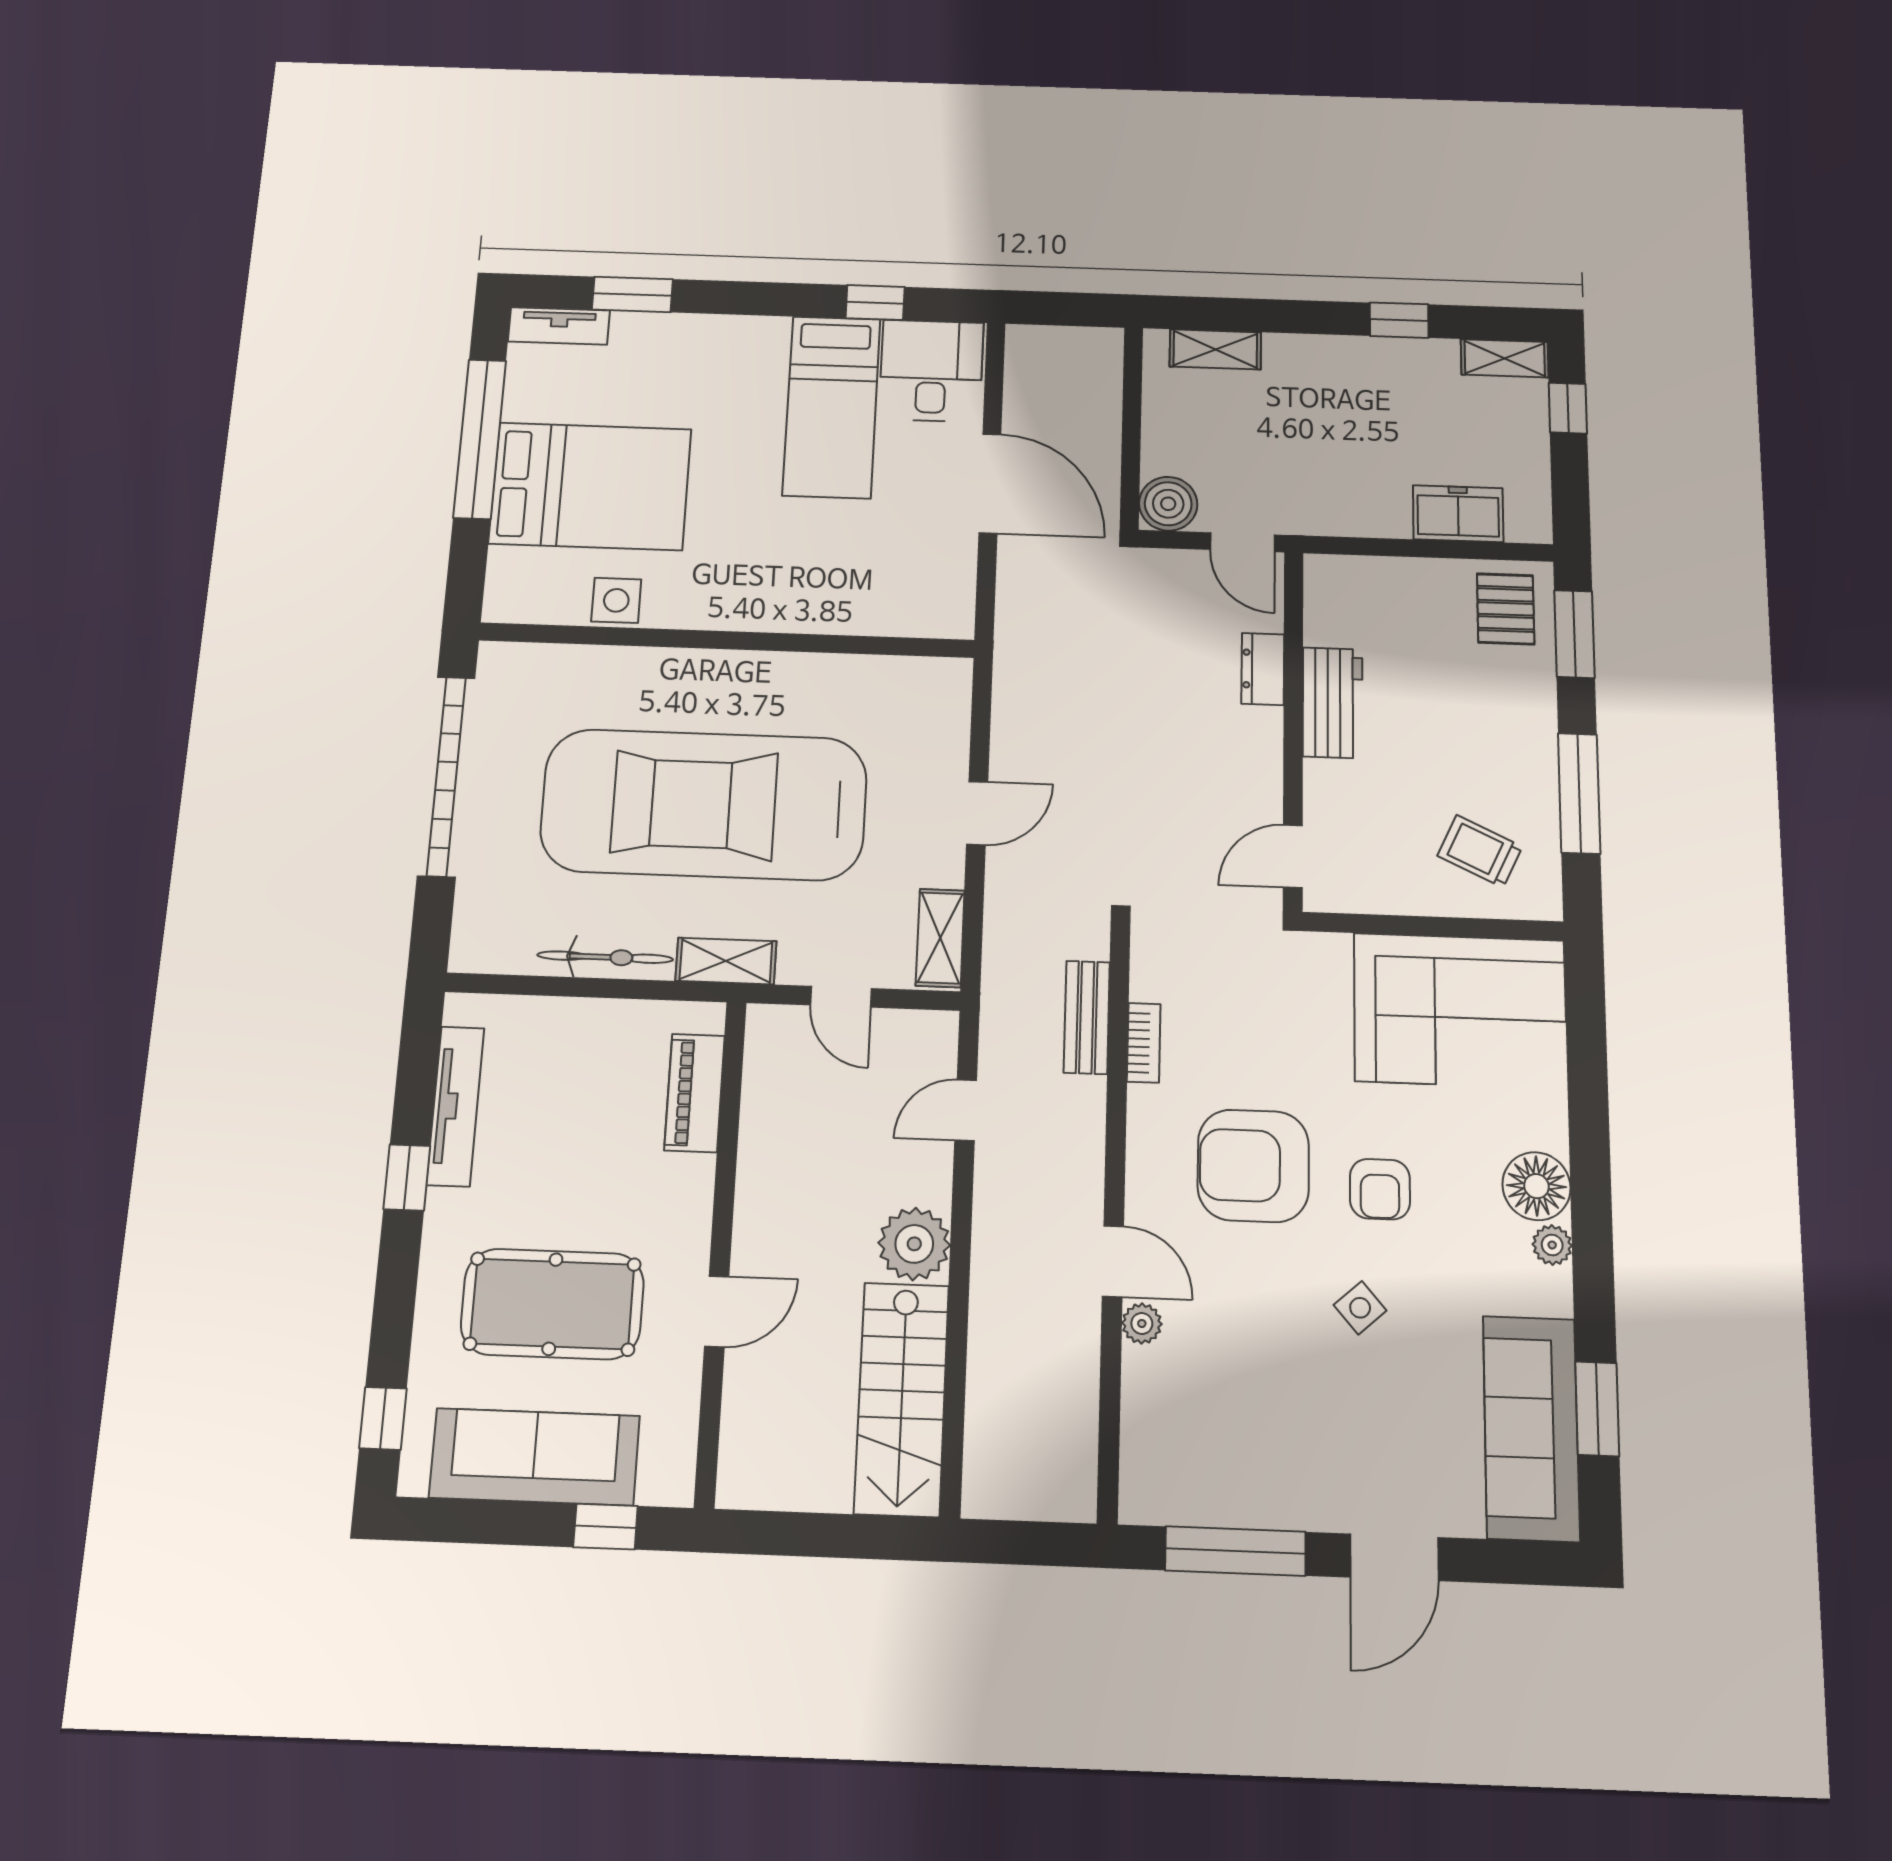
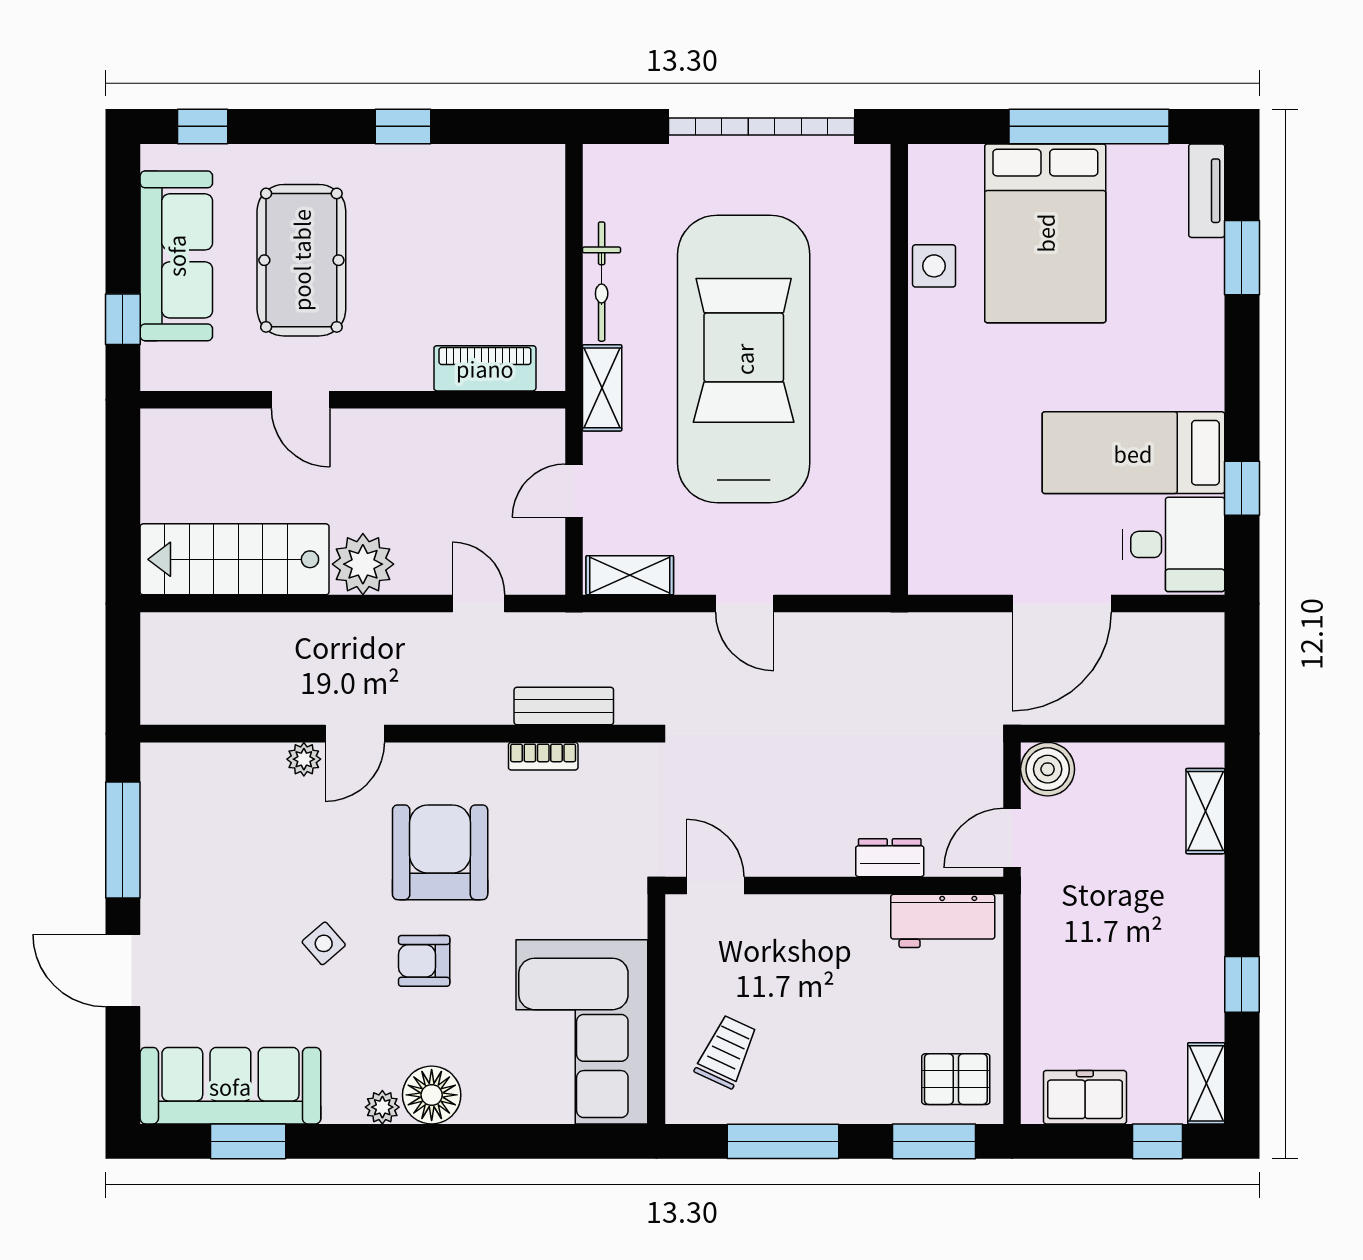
freezer: (1458, 514) -> (1085, 1097), moved, turned -90
workbench: (1333, 703) -> (943, 921), moved
tv unit: (455, 1106) -> (466, 162), removed

